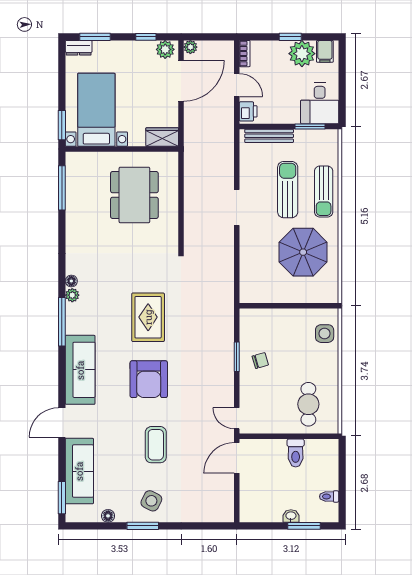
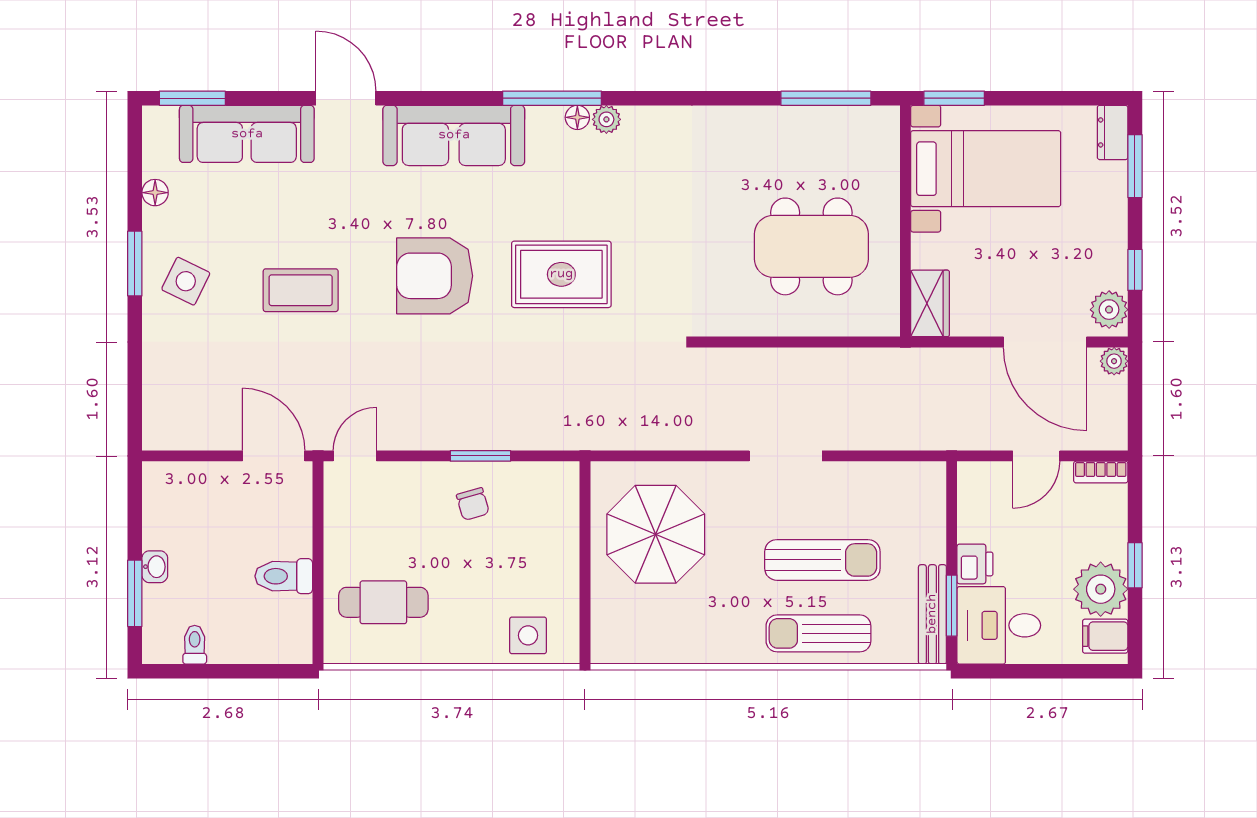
printer: (248, 111) -> (975, 564), moved, turned -90
bench: (269, 136) -> (932, 614), moved
parasol: (303, 252) -> (656, 534), moved
floor lamp: (71, 281) -> (577, 117), moved

